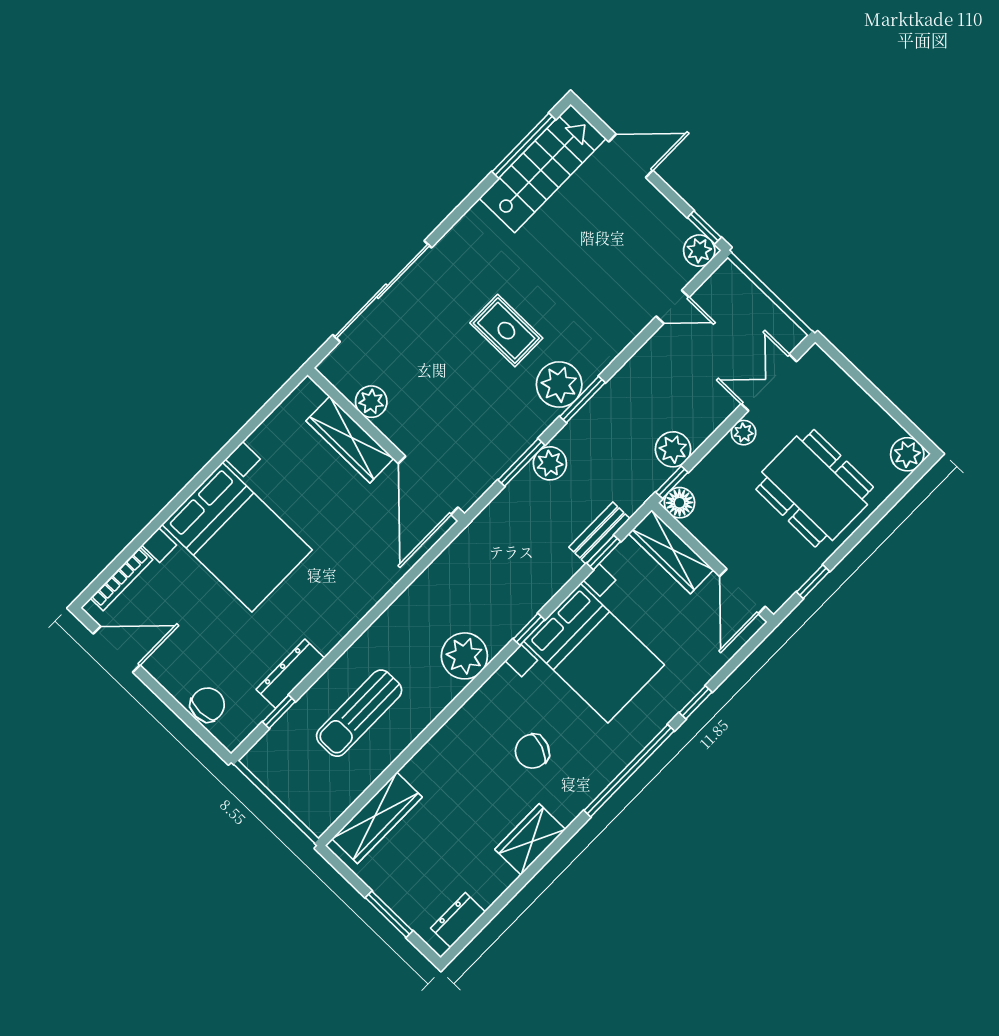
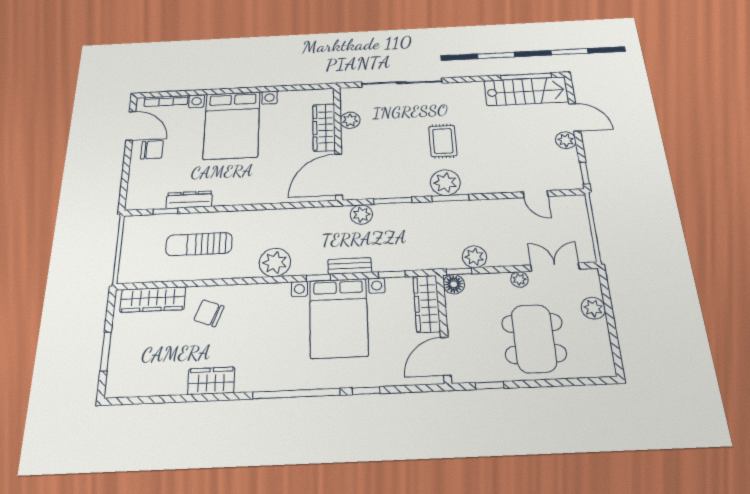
plant: (699, 251) -> (566, 140), moved
plant: (907, 454) -> (593, 308), moved
plant: (550, 463) -> (361, 214), moved
bench: (599, 533) -> (350, 266), moved
chair: (208, 705) -> (152, 150), moved
chair: (532, 751) -> (209, 313), moved
dresser: (458, 920) -> (133, 387), removed

